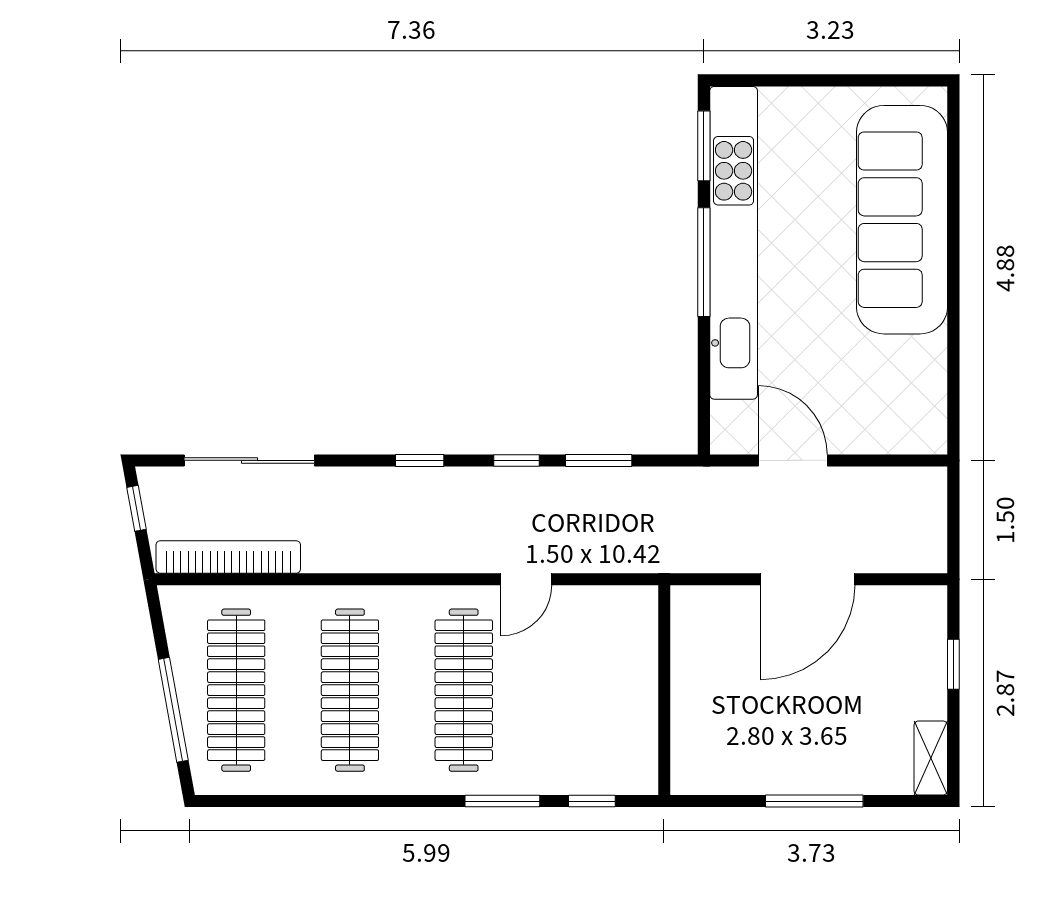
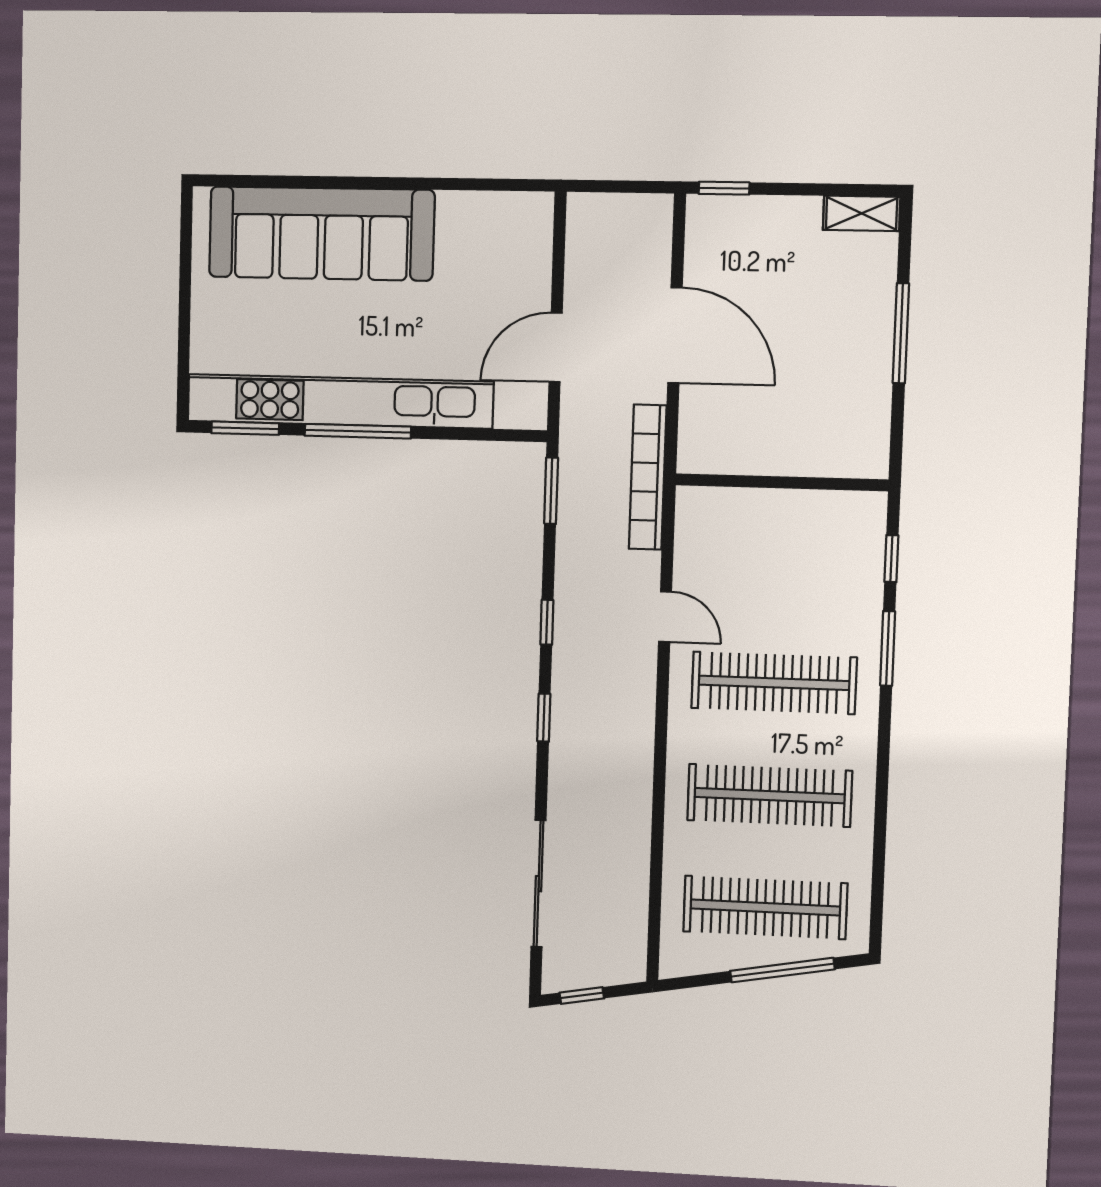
window: (599, 460) -> (551, 491), moved
bookcase: (228, 557) -> (648, 477), moved
window: (953, 664) -> (724, 188), moved

